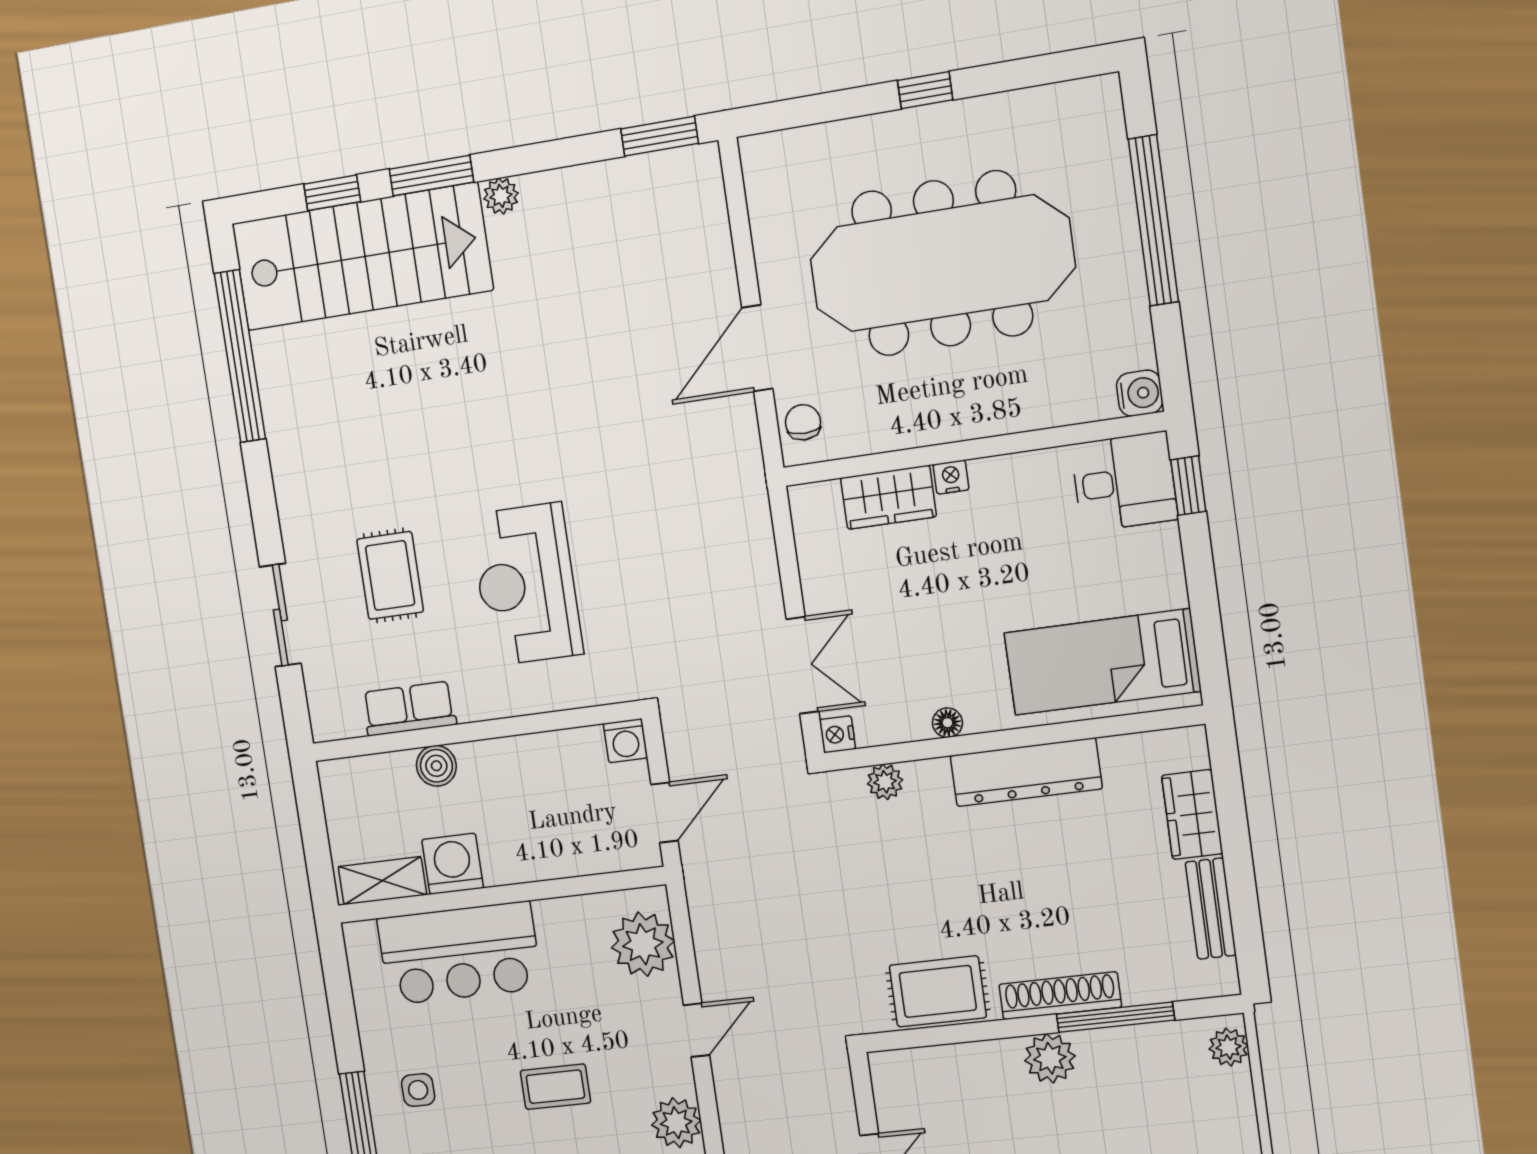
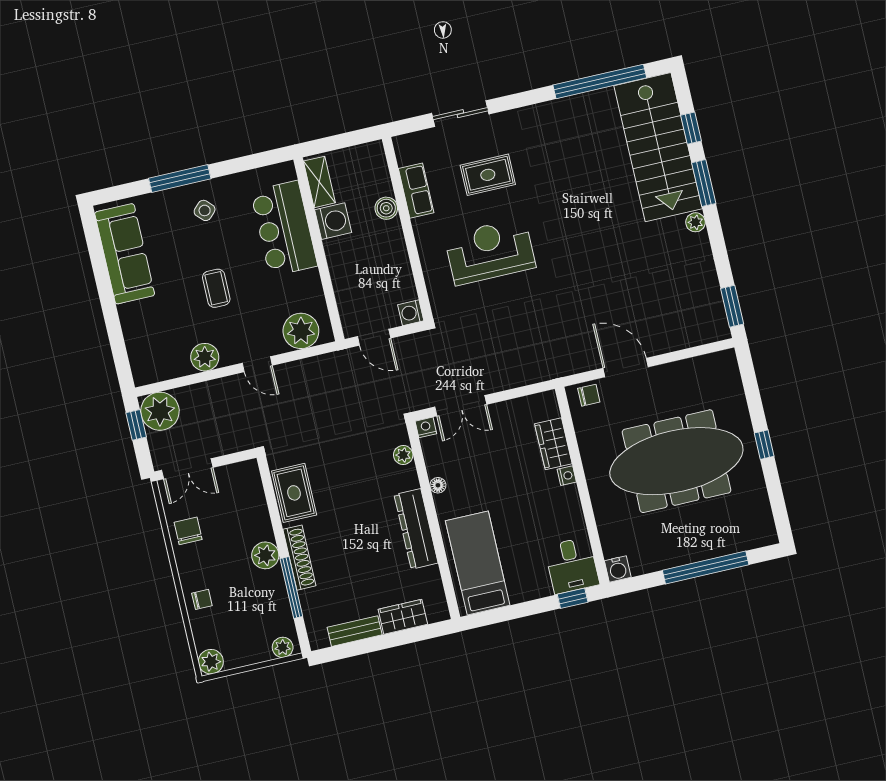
meeting table: (942, 263) -> (676, 461), turned 90
side table: (418, 1090) -> (205, 210), turned 45

